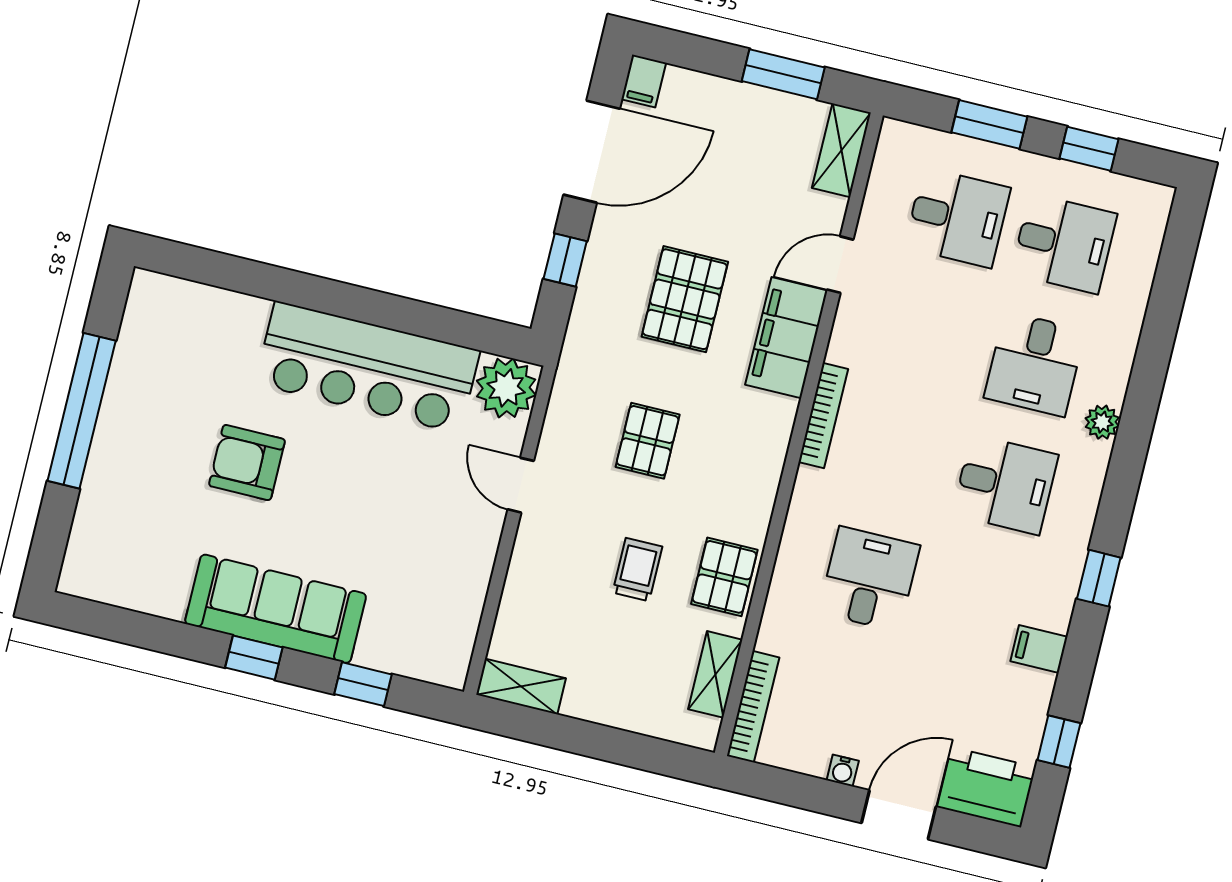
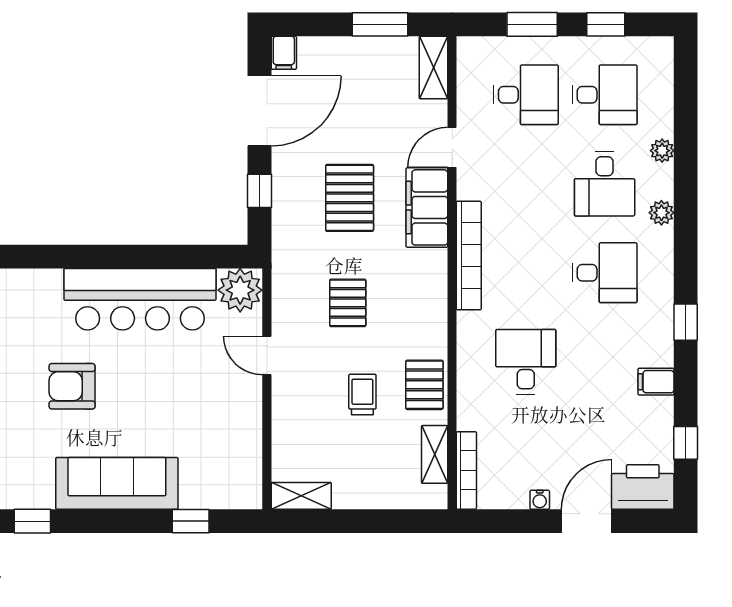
plant: (1124, 338) -> (662, 151), added
bookcase: (823, 416) -> (469, 256), width x1.48, depth x1.31
window: (254, 658) -> (32, 521), moved

